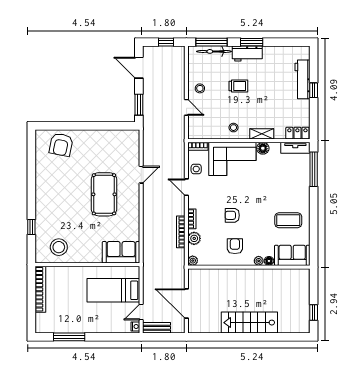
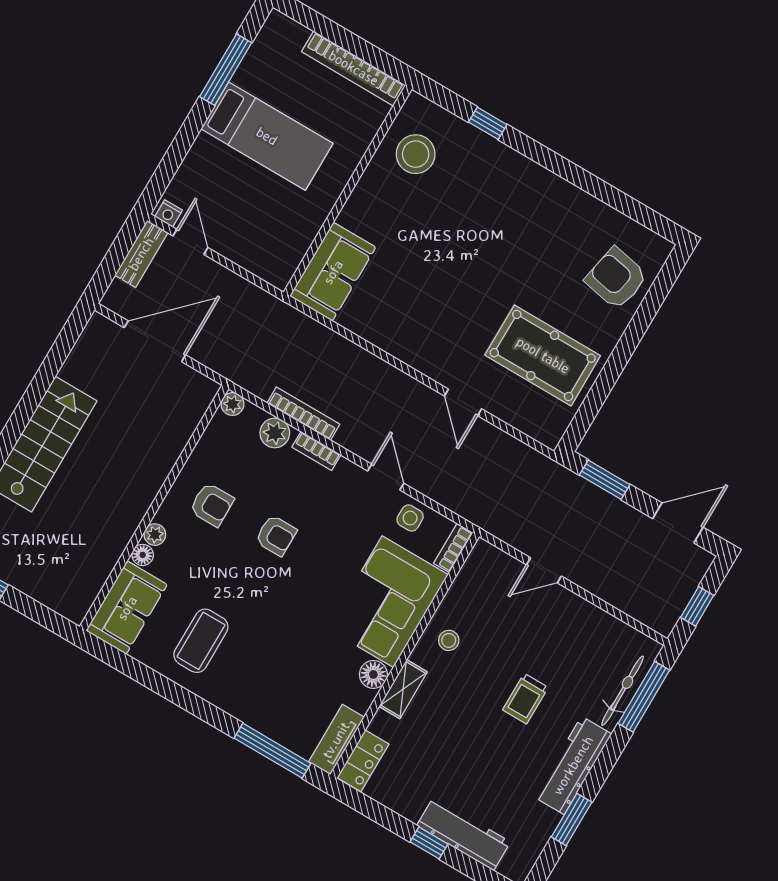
window: (252, 42) -> (572, 819), moved
workbench: (247, 54) -> (573, 765), width x1.38
stool: (200, 88) -> (566, 620), removed
door: (186, 187) -> (386, 477), hinge flipped
pool table: (104, 194) -> (543, 355), moved
armchair: (232, 215) -> (276, 535), turned 90
bed: (113, 290) -> (267, 136), moved, turned 90

